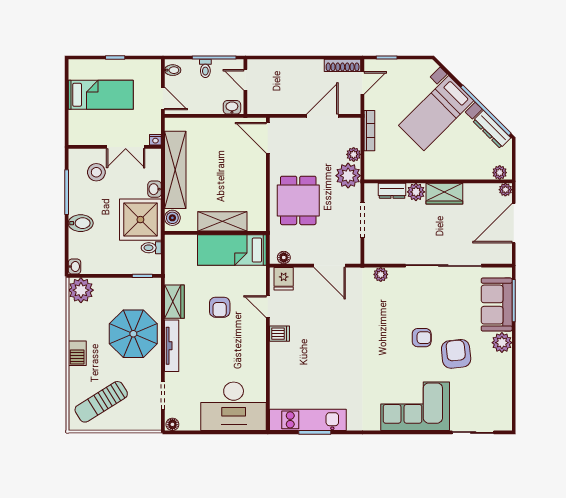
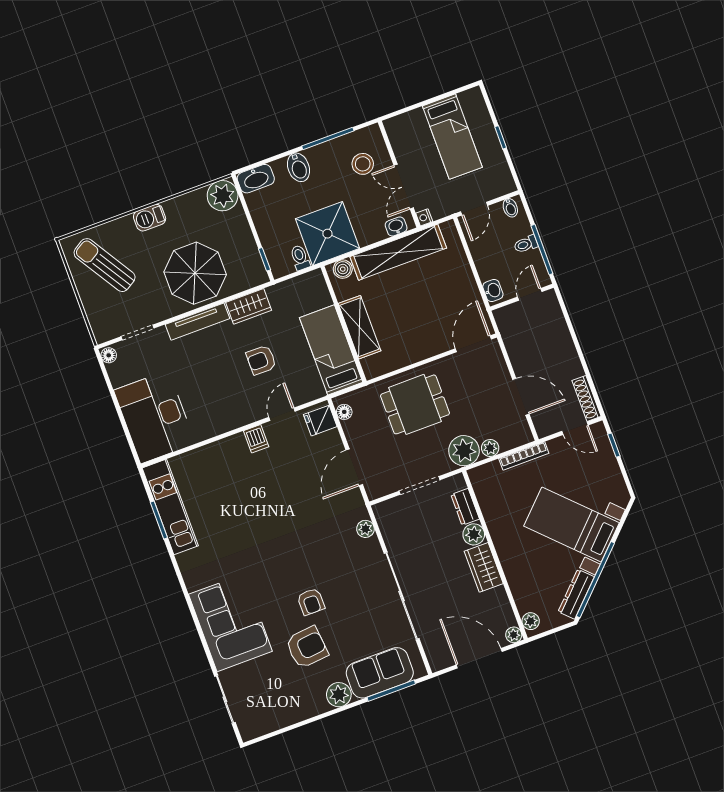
washbasin: (155, 189) -> (396, 226), moved
washbasin: (74, 267) -> (256, 179), width x1.91, depth x1.45

